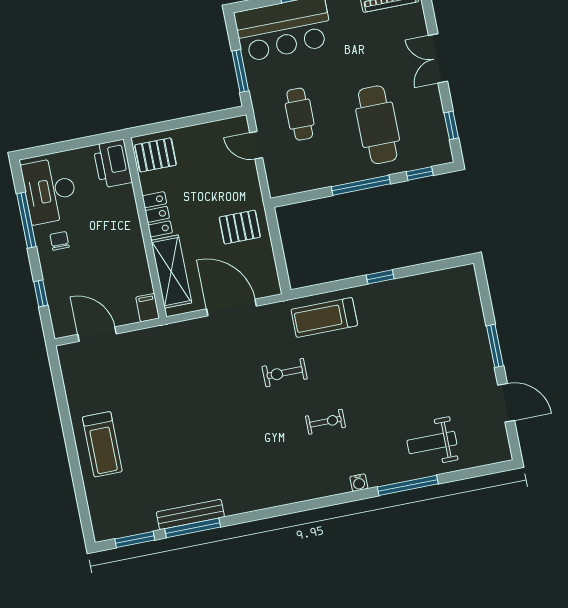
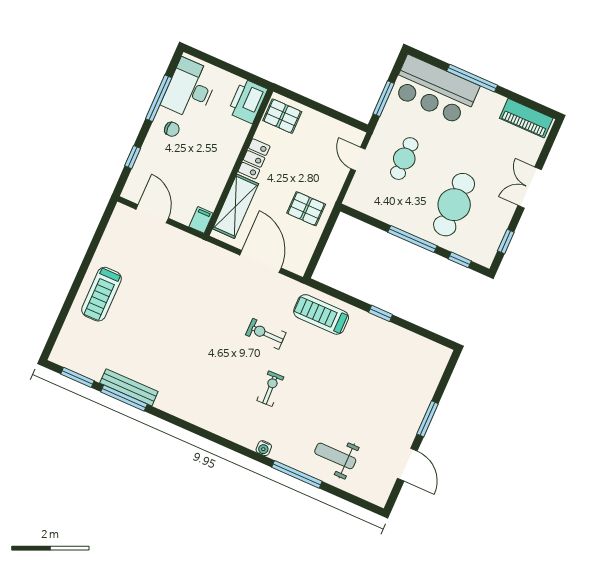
chair: (60, 241) -> (172, 129), turned 90
exercise bike: (326, 422) -> (270, 389), turned -92

